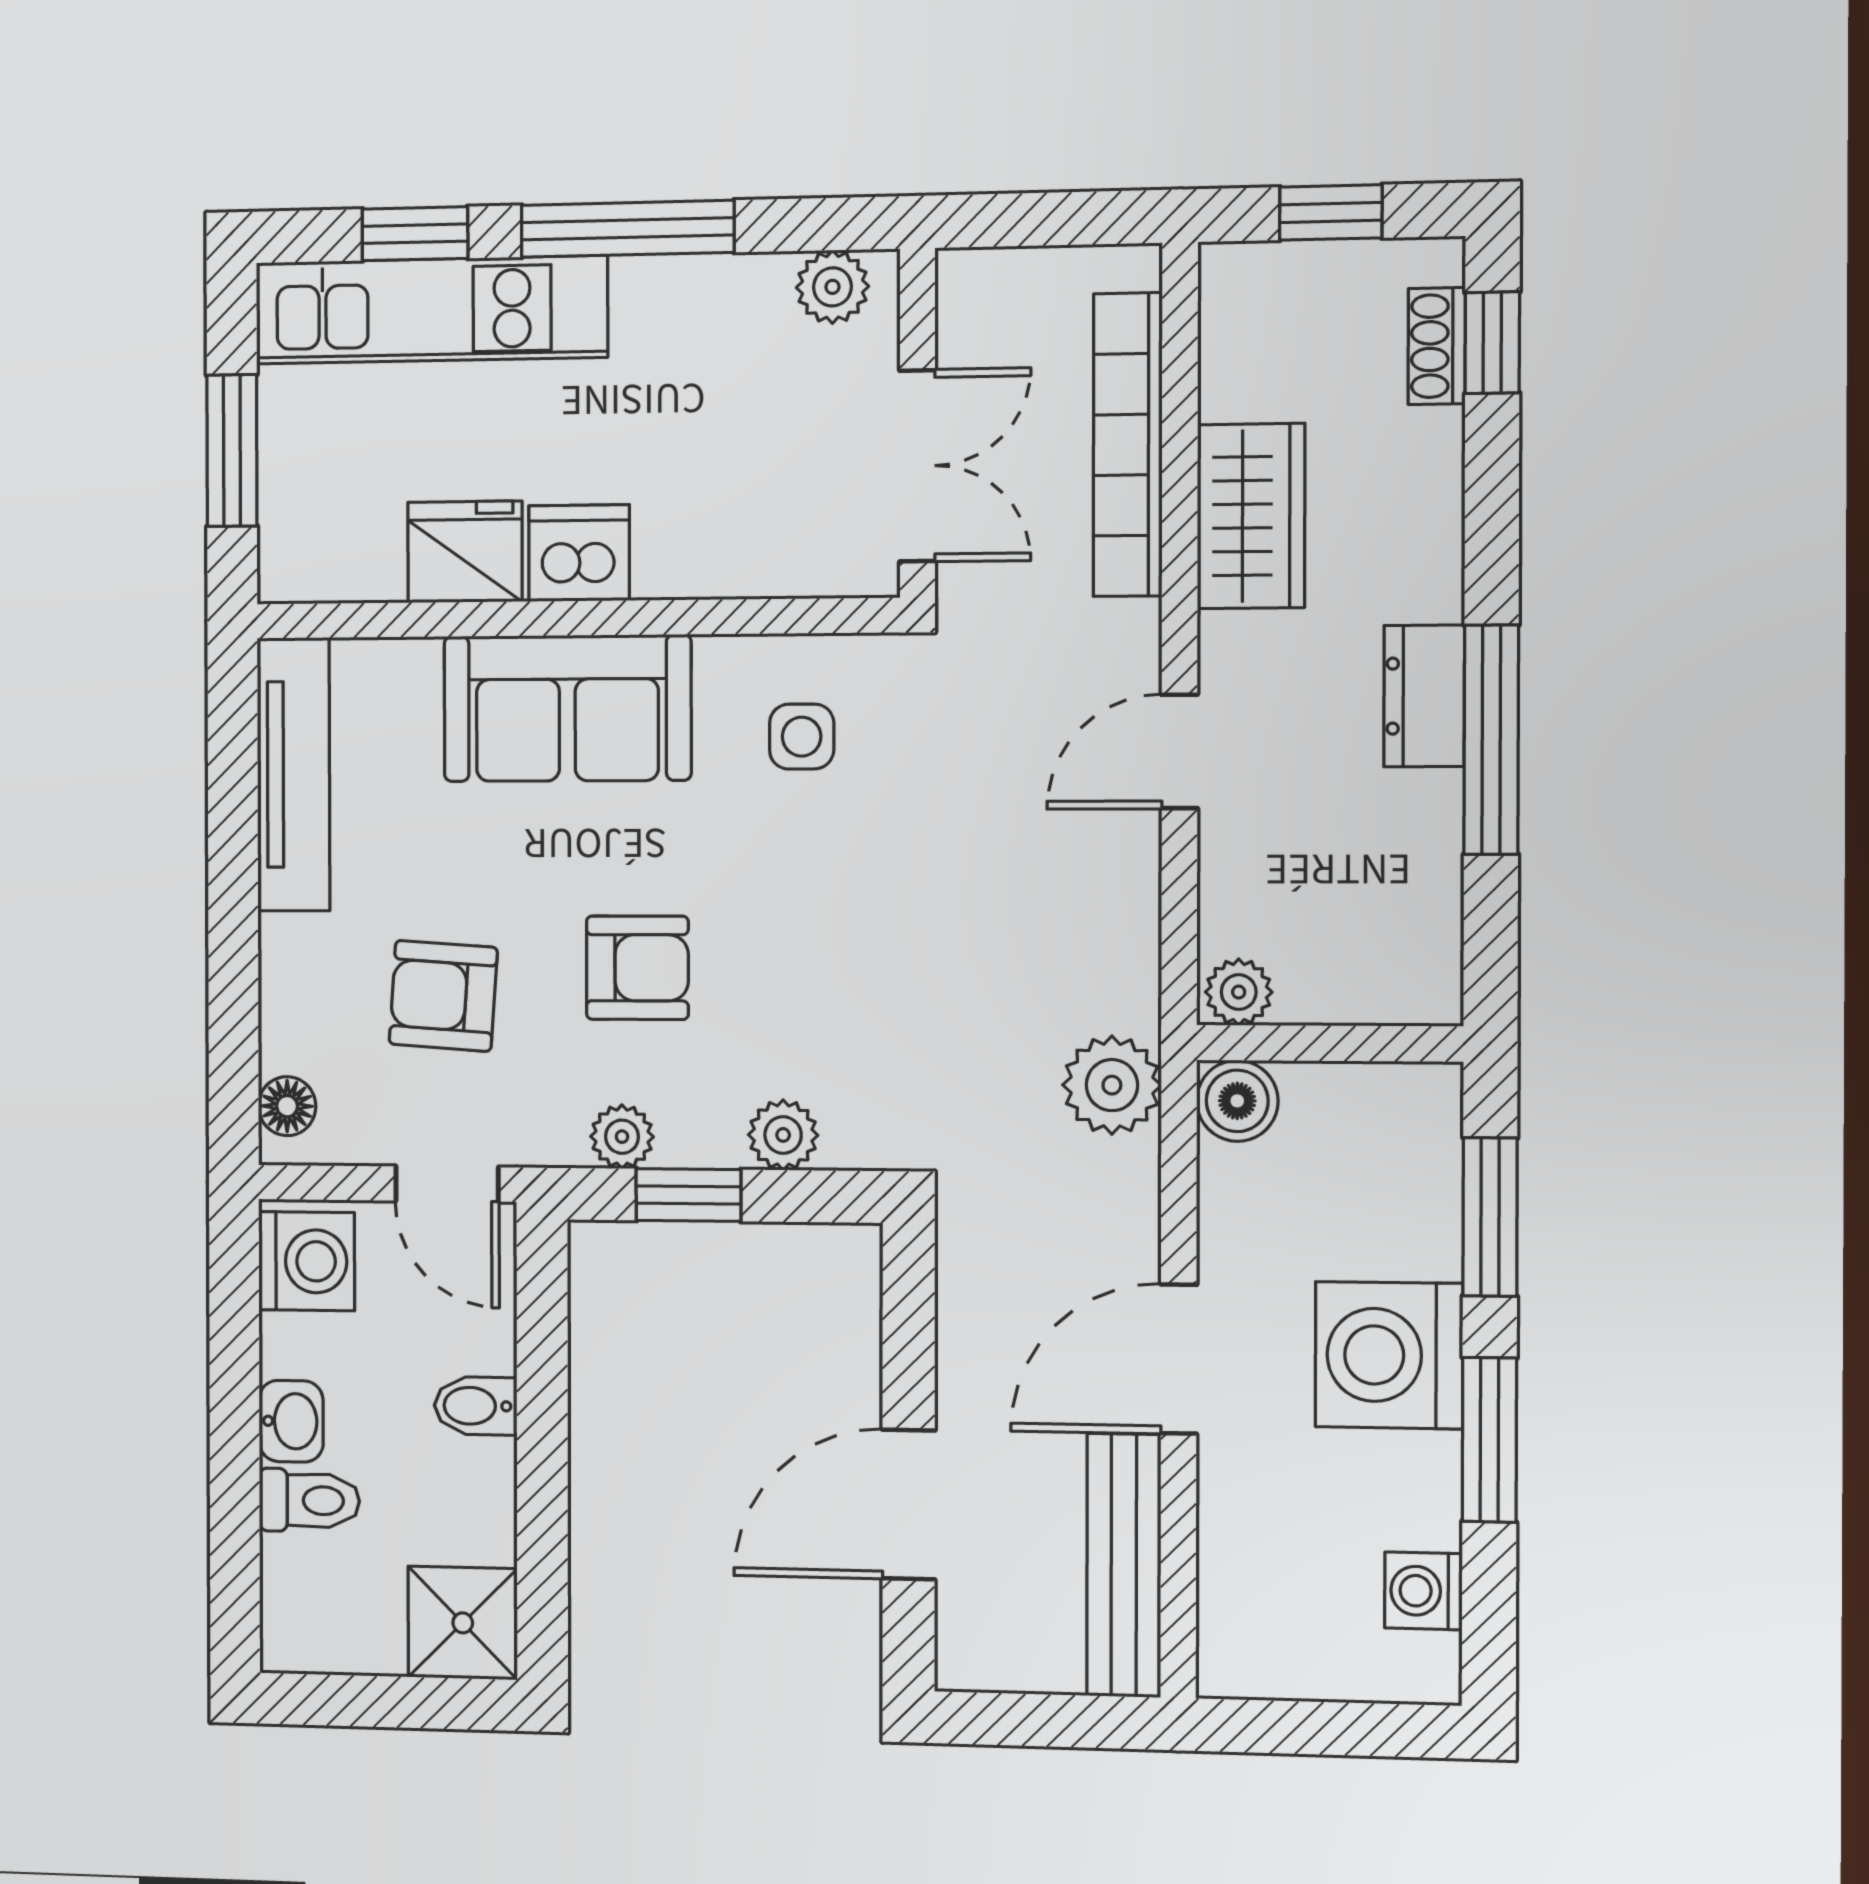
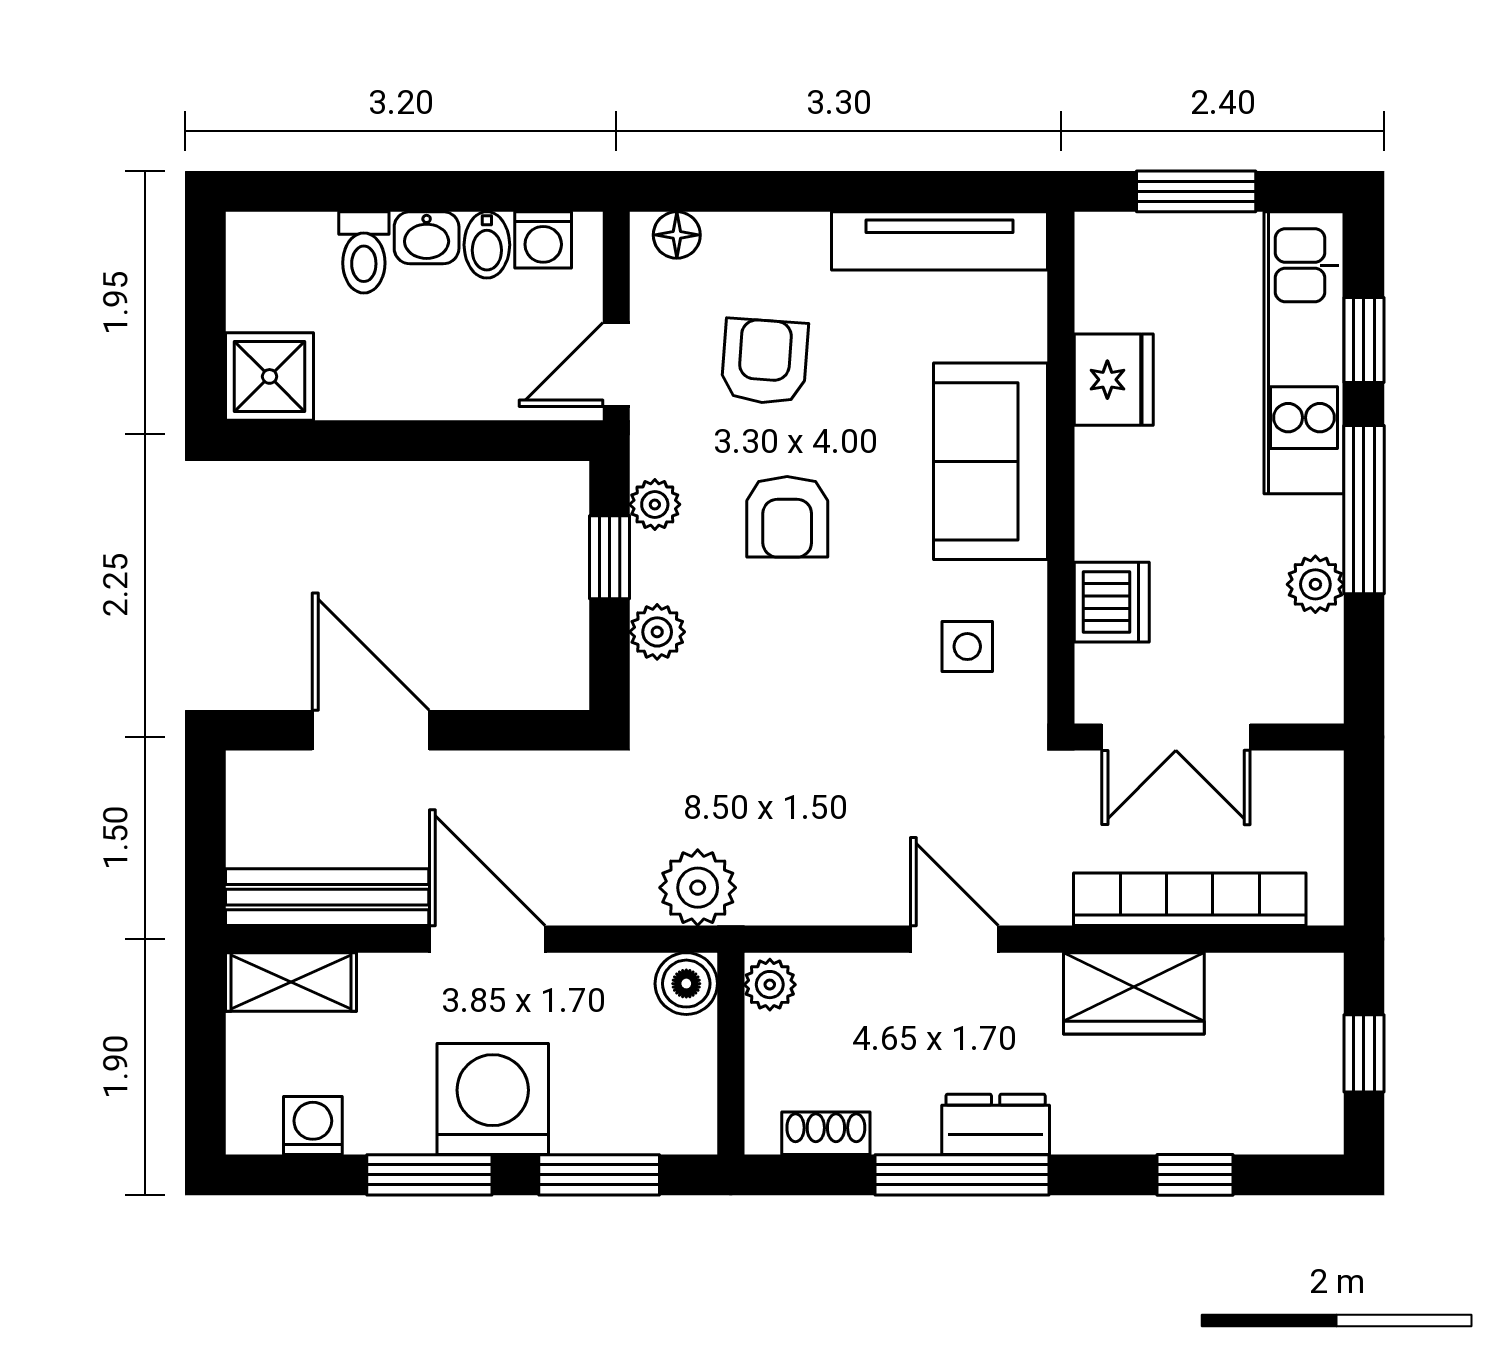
plant: (832, 287) -> (1315, 584), moved
window: (1492, 343) -> (1195, 1175), moved
shoe rack: (1437, 346) -> (826, 1133), moved
dishwasher: (579, 553) -> (1112, 602), moved
washing machine: (307, 1261) -> (543, 240), width x0.73, depth x0.73
bidet: (476, 1406) -> (487, 245), moved, turned 180
shelving: (1234, 1615) -> (291, 982), added

